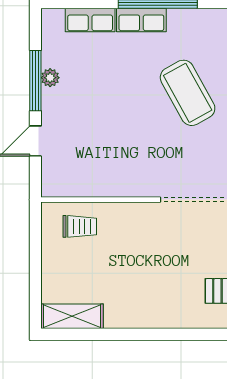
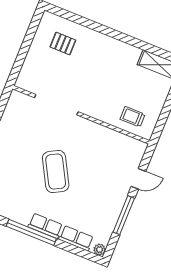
plant: (50, 78) -> (100, 250), moved
coffee table: (188, 93) -> (56, 172), moved

